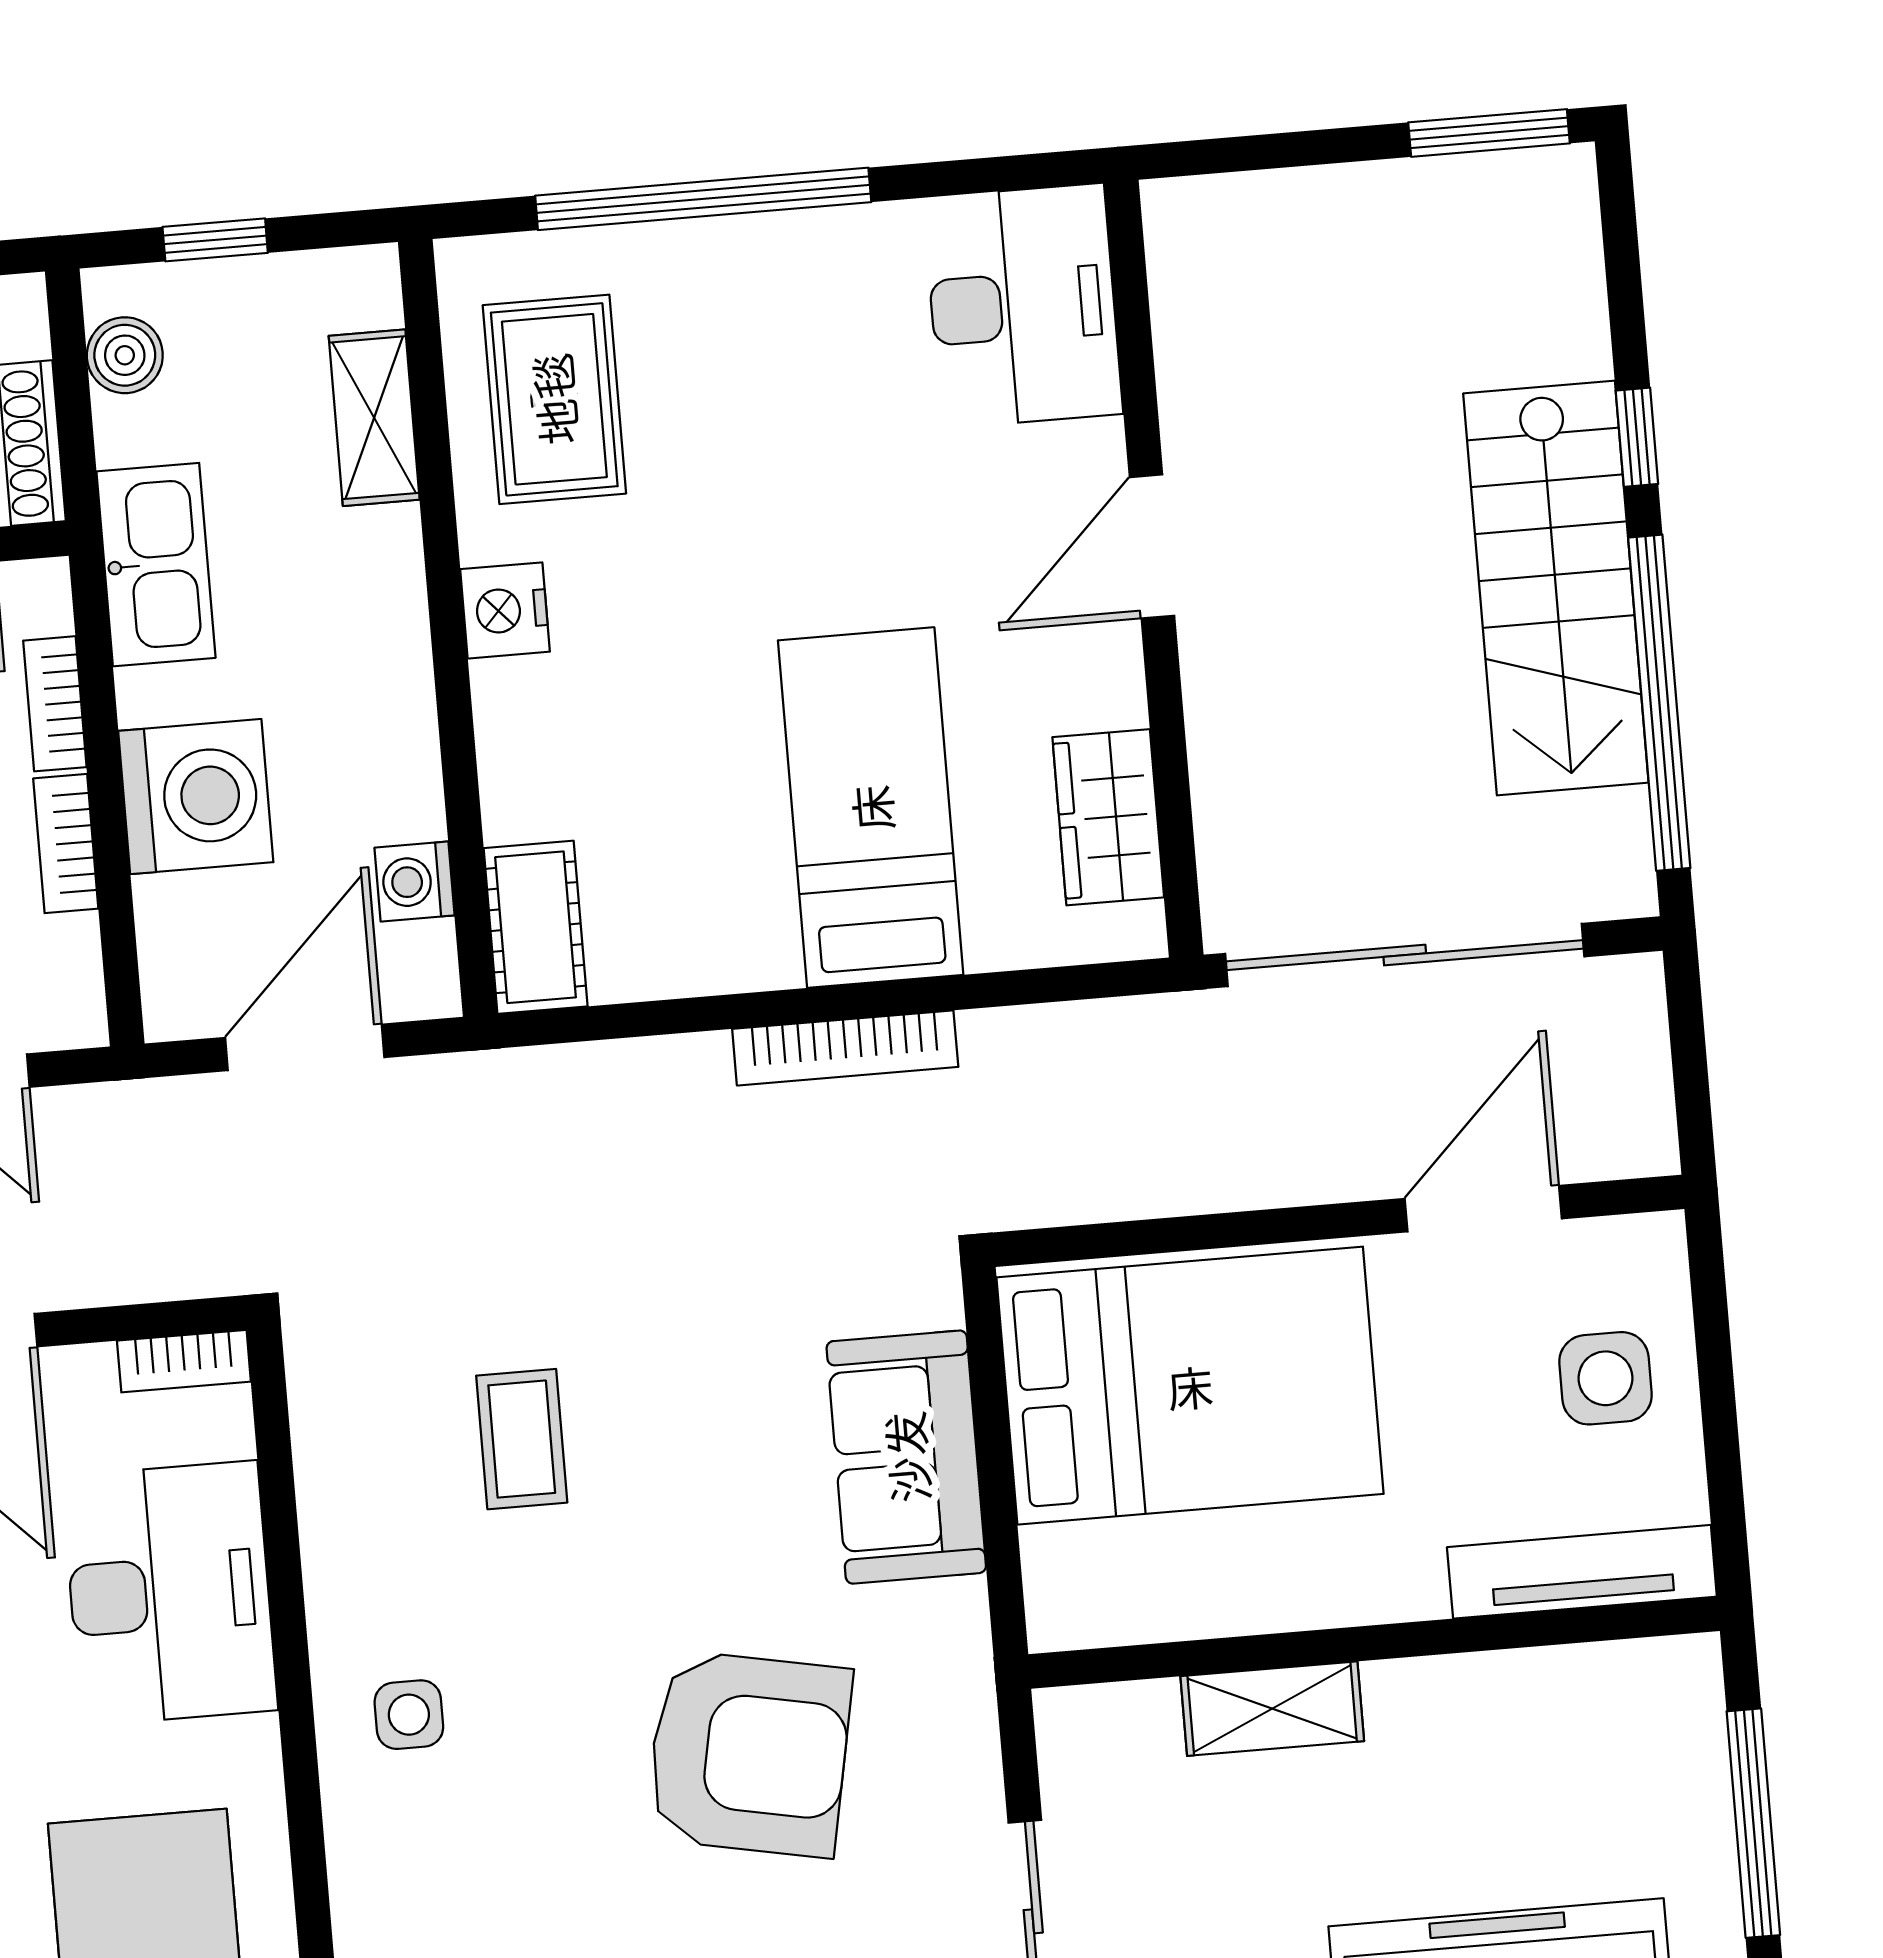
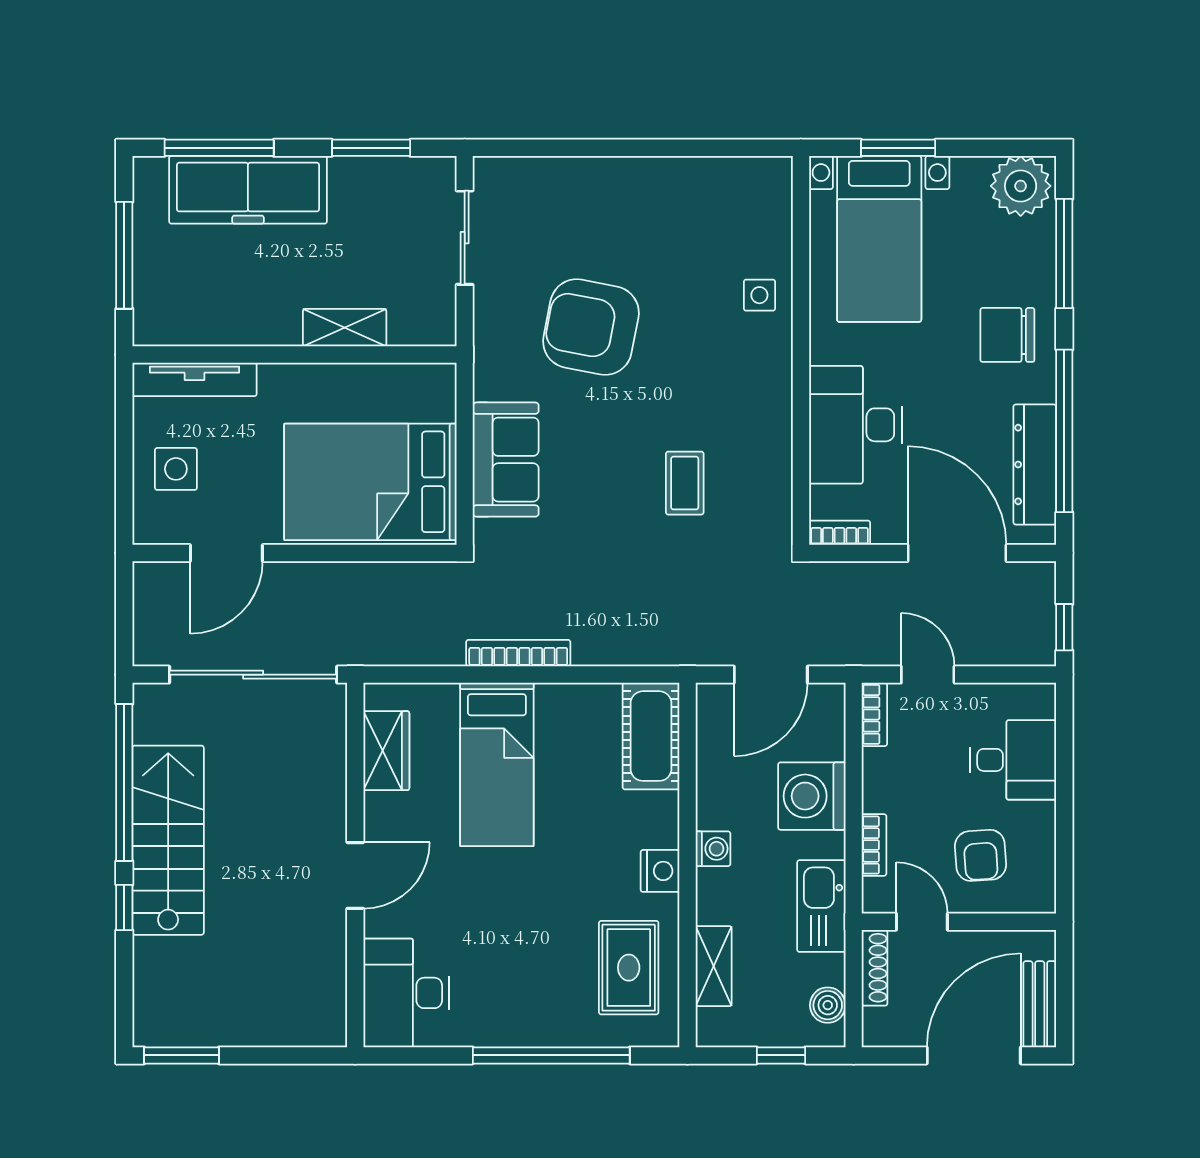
bookcase: (66, 844) -> (874, 714), moved
washing machine: (414, 881) -> (713, 849), moved
cot: (536, 927) -> (651, 736), width x1.37, depth x1.34
side table: (409, 1715) -> (759, 295), moved

